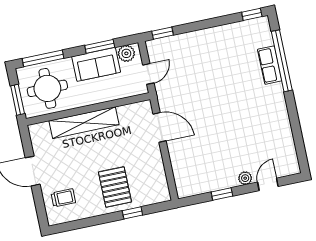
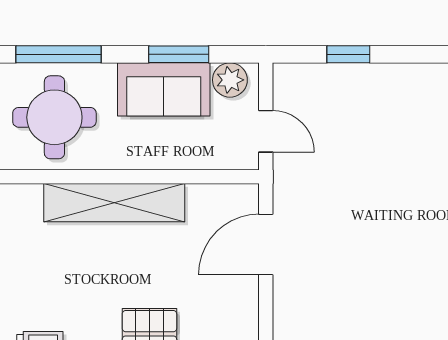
window: (163, 33) -> (348, 54), moved
door: (148, 74) -> (266, 131), hinge flipped
door: (160, 127) -> (266, 245), swing flipped

